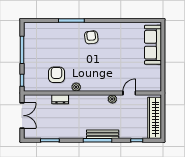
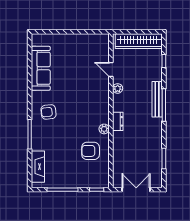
fireplace: (42, 28) -> (38, 167), added
sofa: (153, 45) -> (41, 68), moved, turned -90
dresser: (60, 99) -> (118, 121), moved

